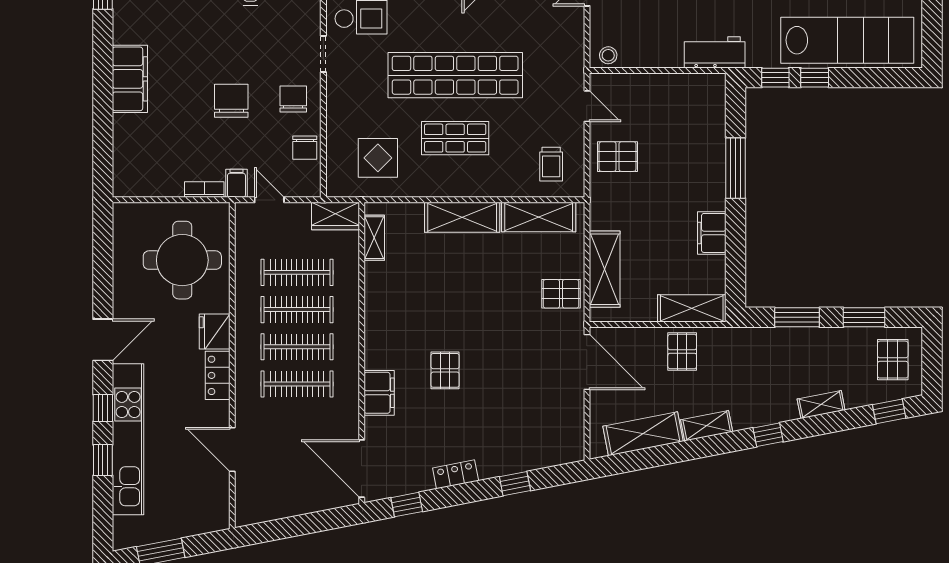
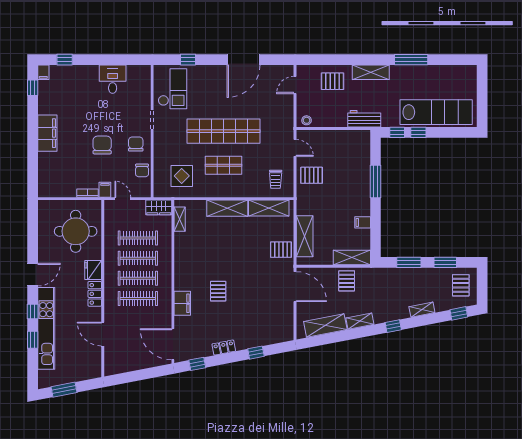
filing cabinet: (712, 233) -> (363, 222), width x0.50

